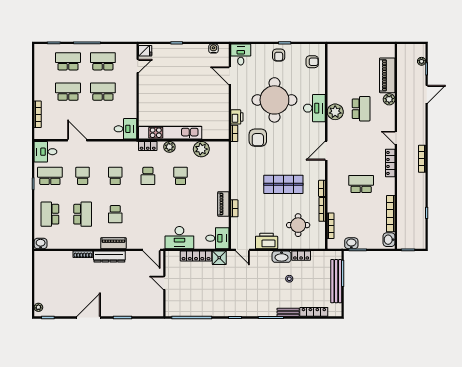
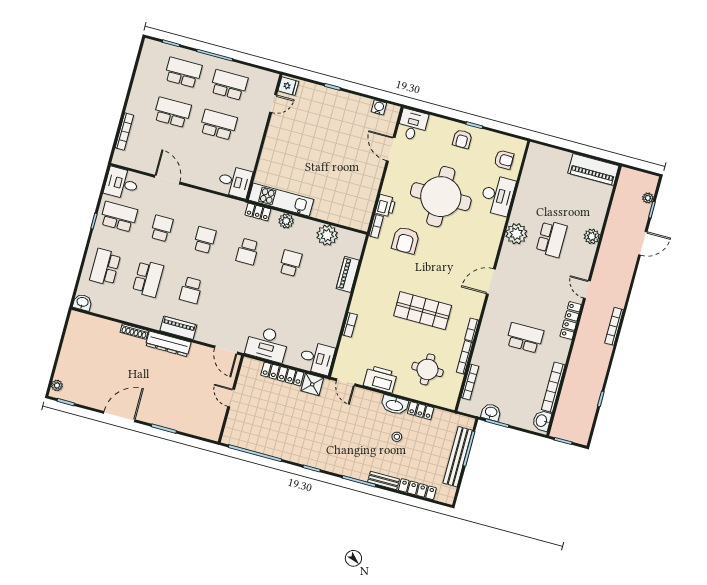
piano: (387, 75) -> (593, 169), moved, turned -90
desk: (314, 108) -> (497, 195), moved
kitchen unit: (170, 133) -> (281, 200), width x0.73
piano: (223, 204) -> (348, 274), moved

